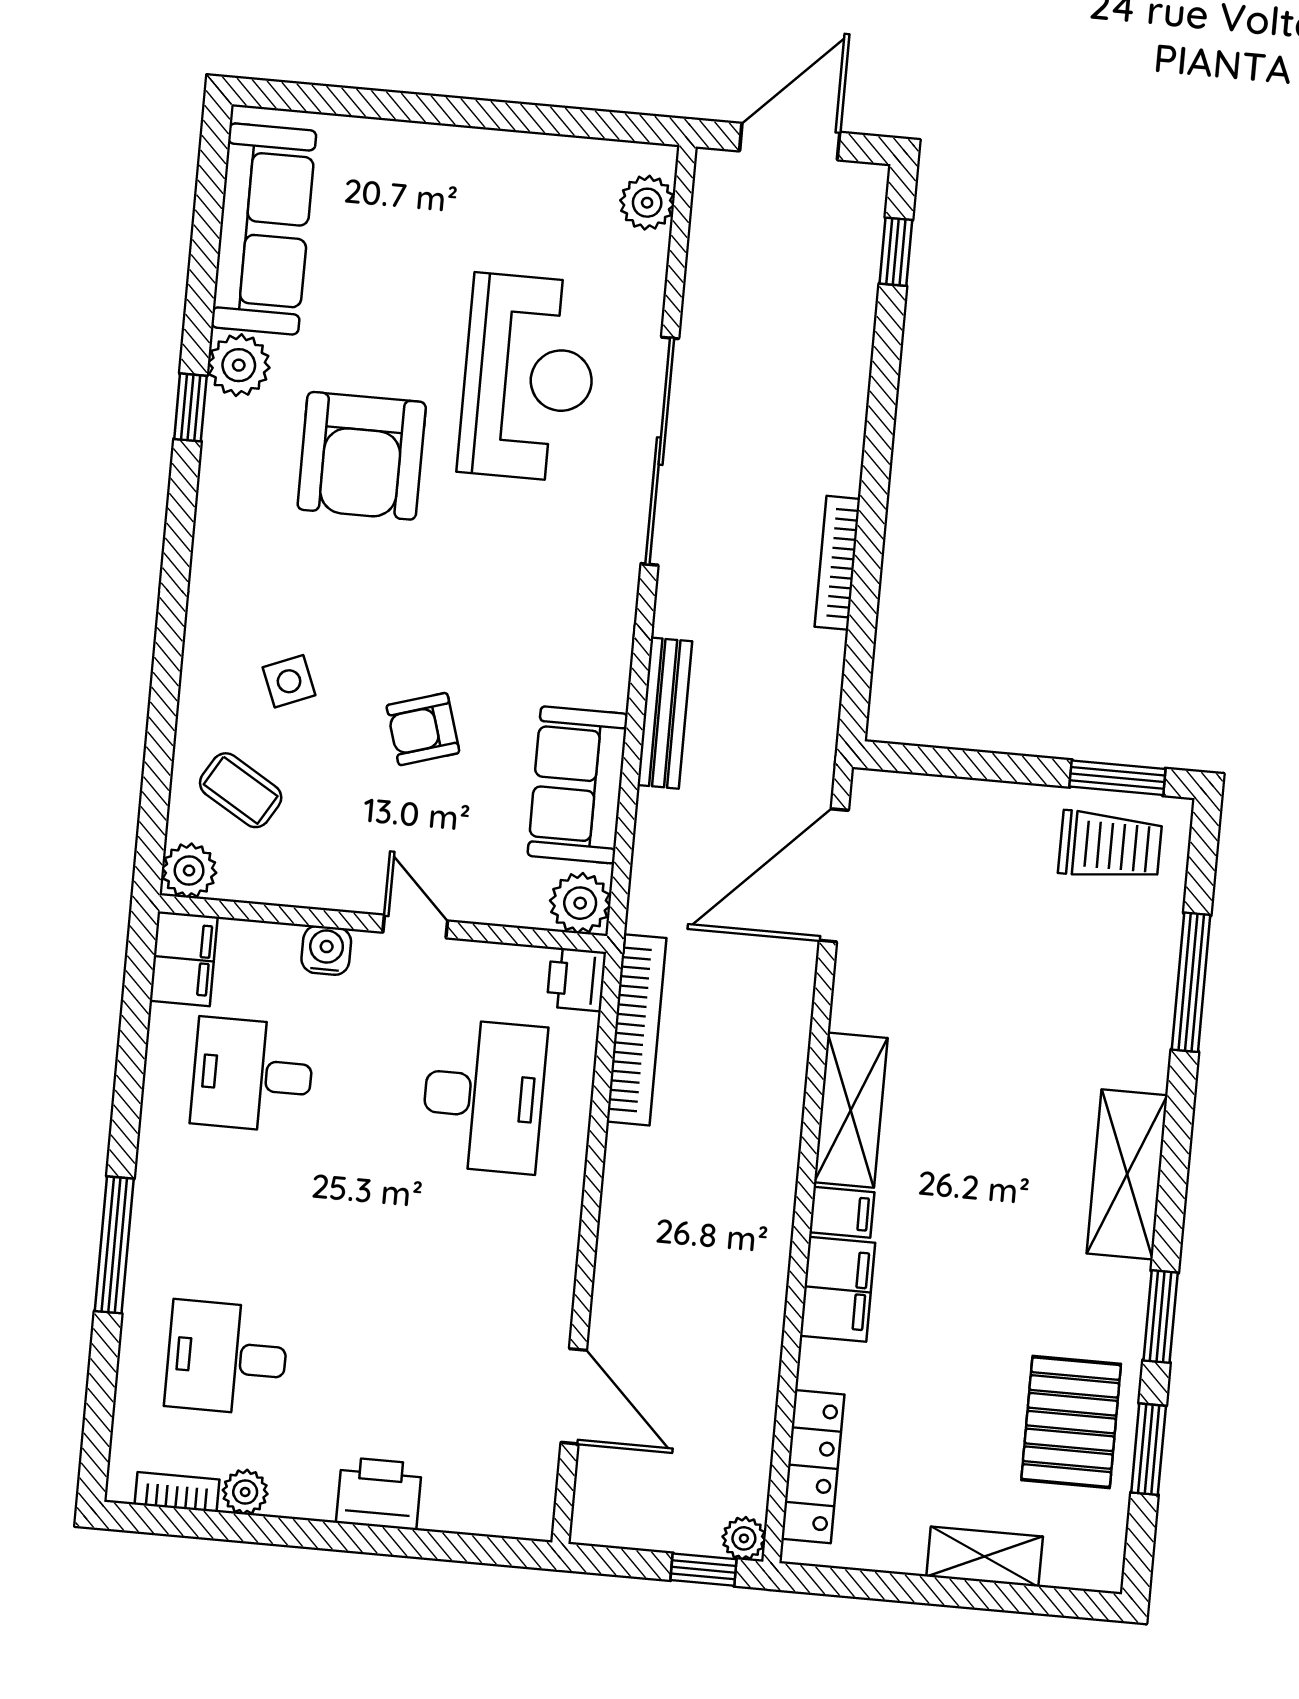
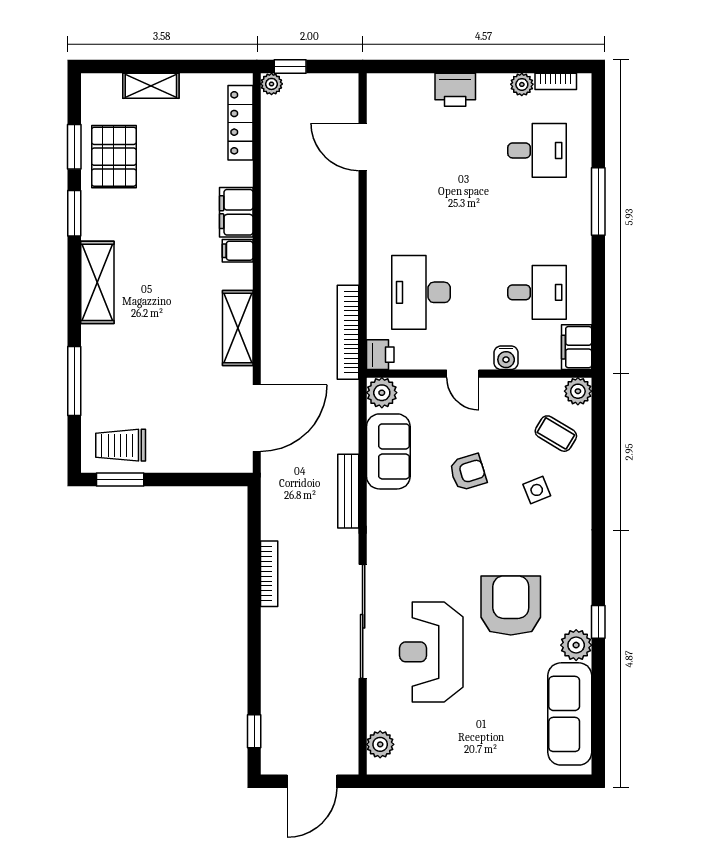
shelving: (851, 1110) -> (238, 328), moved

